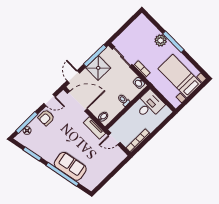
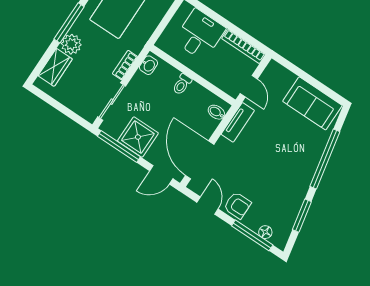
wardrobe: (149, 28) -> (55, 67), added
desk: (149, 105) -> (200, 35), moved, turned 90
sofa: (70, 166) -> (312, 103), moved, turned -79

